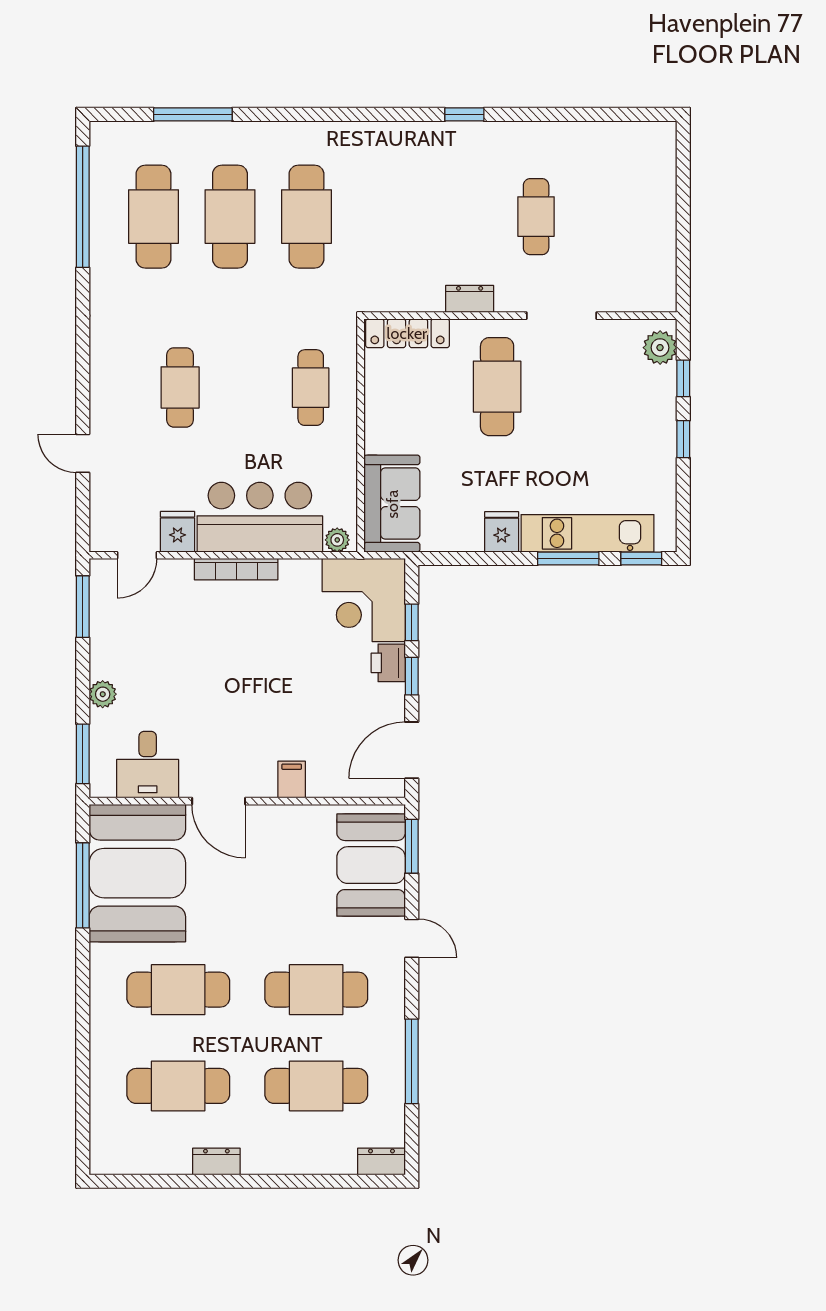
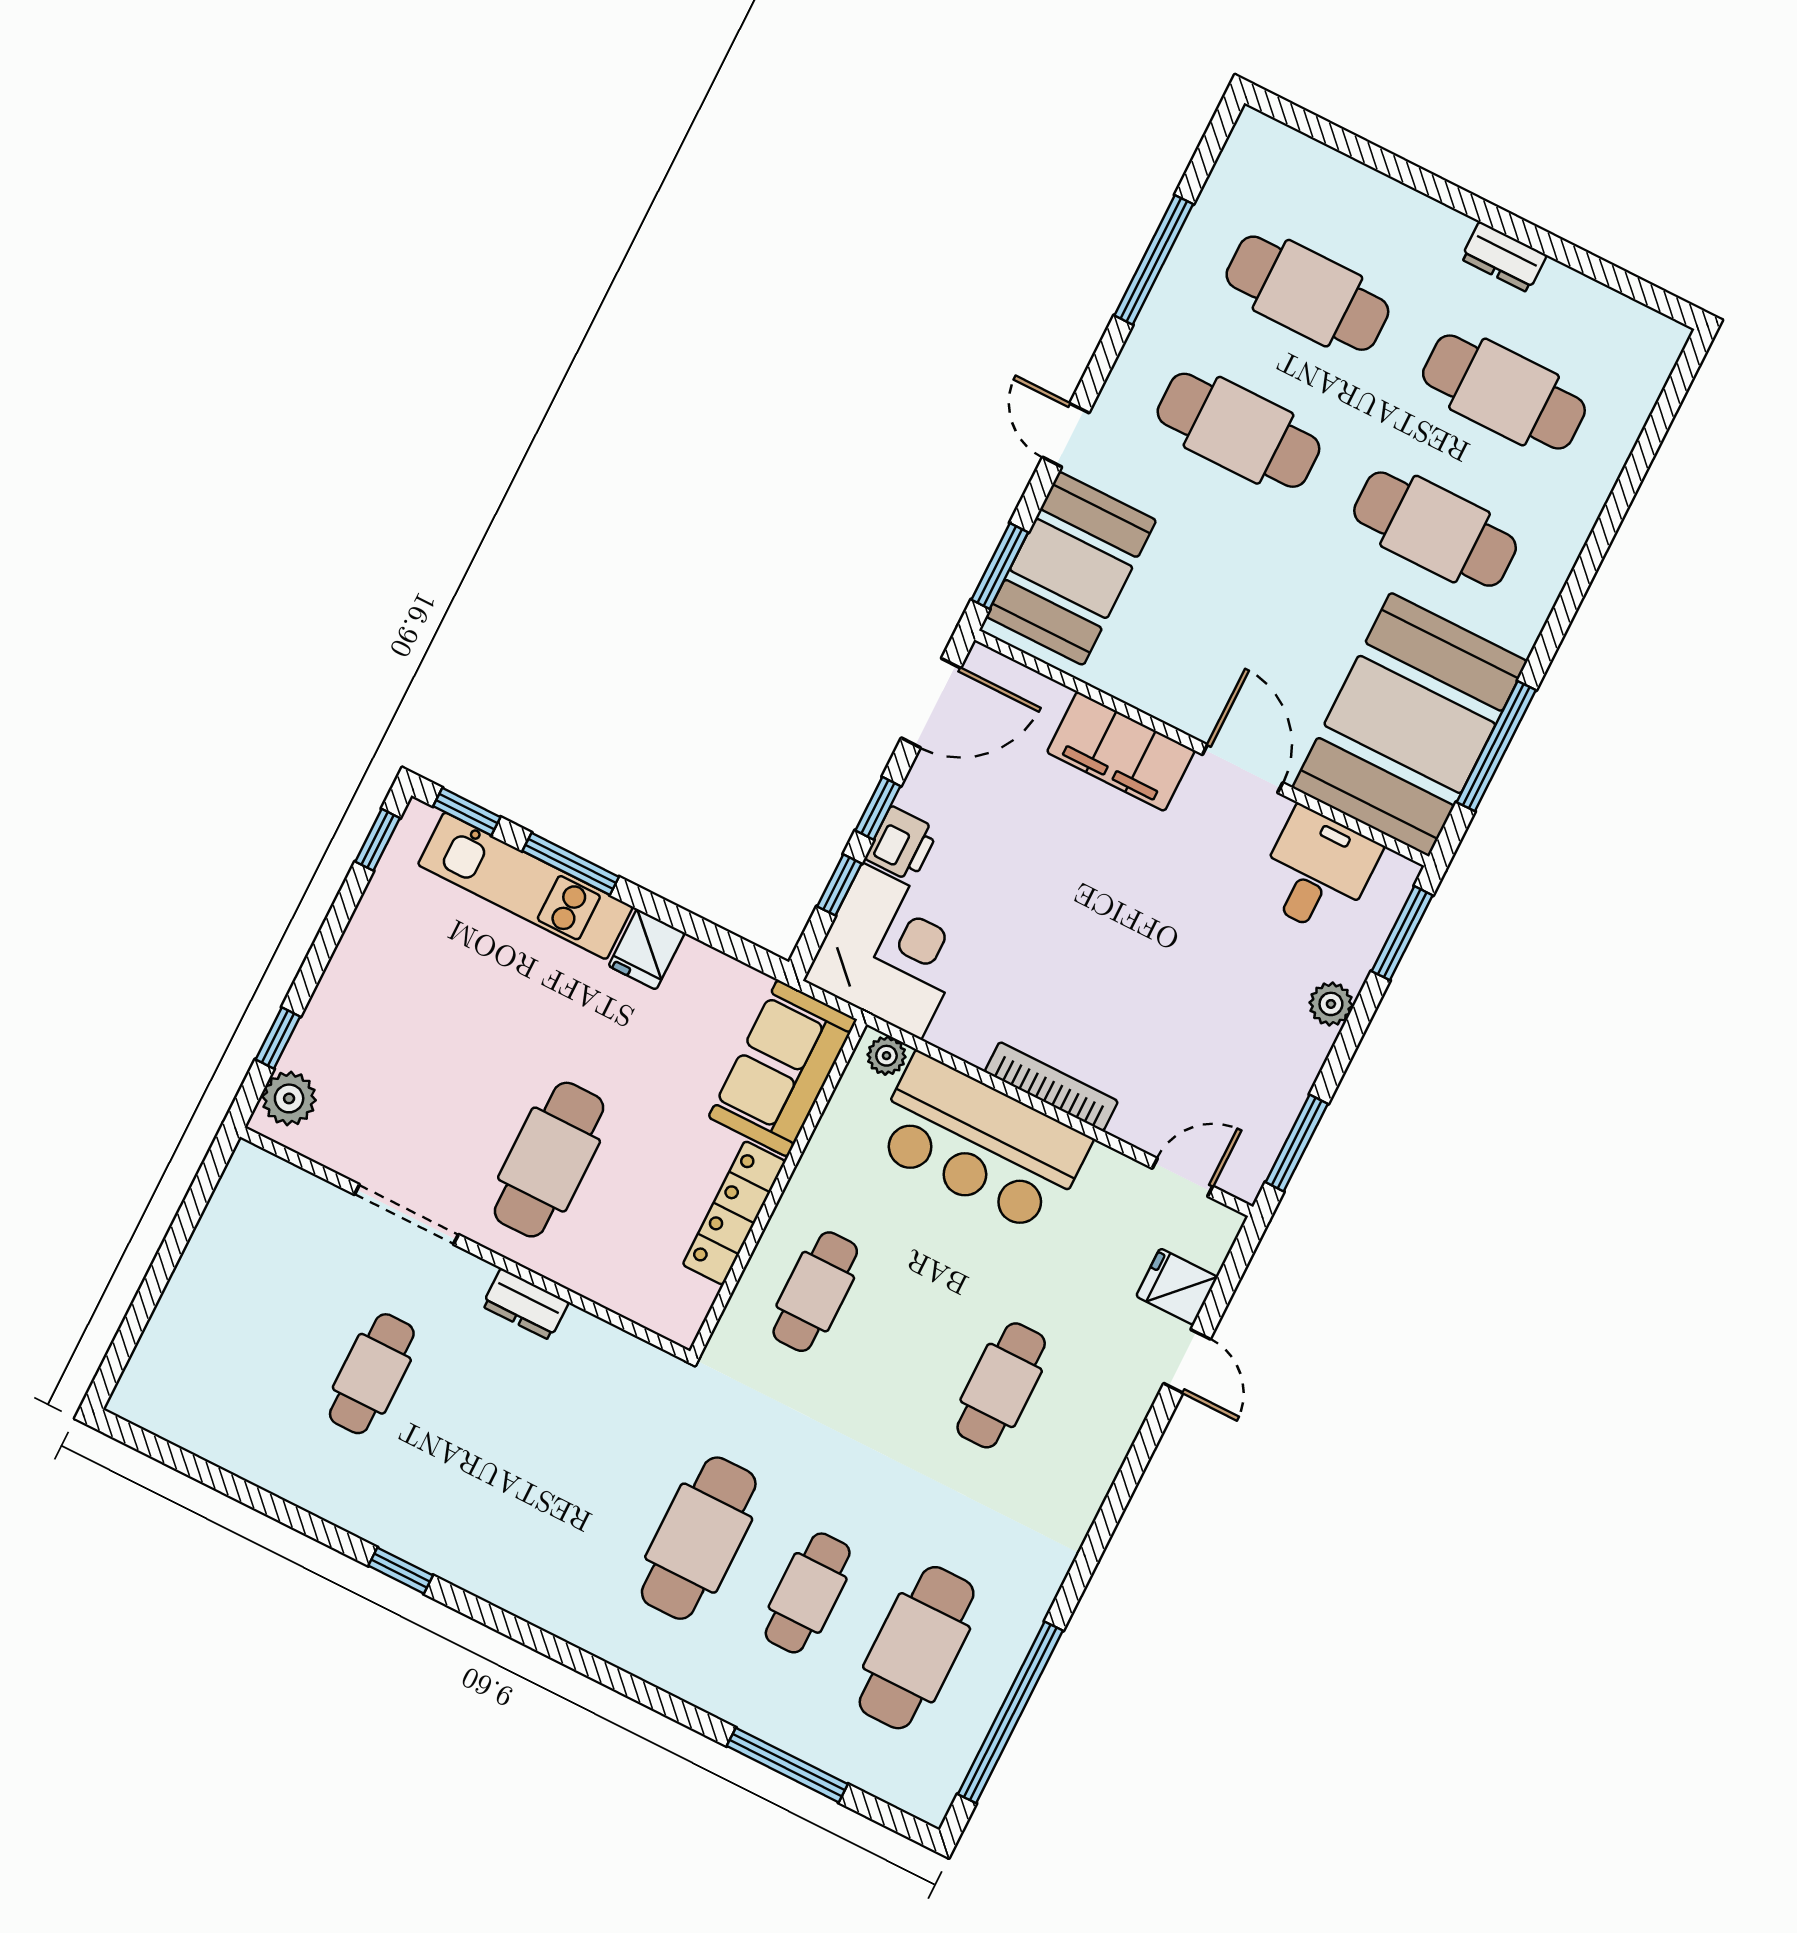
cafe table: (230, 217) -> (808, 1593), width x0.73, depth x0.74
locker: (407, 333) -> (734, 1213), moved, turned -90
window: (683, 439) -> (378, 840), moved
fridge: (178, 532) -> (1177, 1287), moved, turned 90
filing cabinet: (292, 780) -> (1121, 751), width x3.00, depth x1.17
dresser: (381, 1162) -> (1269, 139), removed

